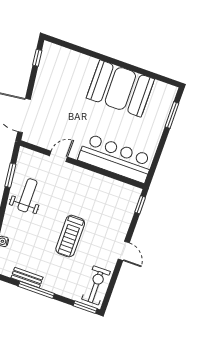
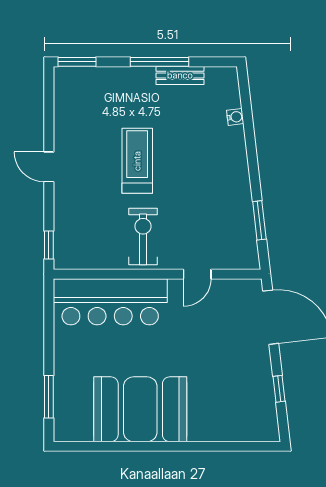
window: (37, 58) -> (279, 389), moved
weight bench: (27, 195) -> (223, 199), removed
exercise bike: (96, 285) -> (143, 236), moved, turned 180

